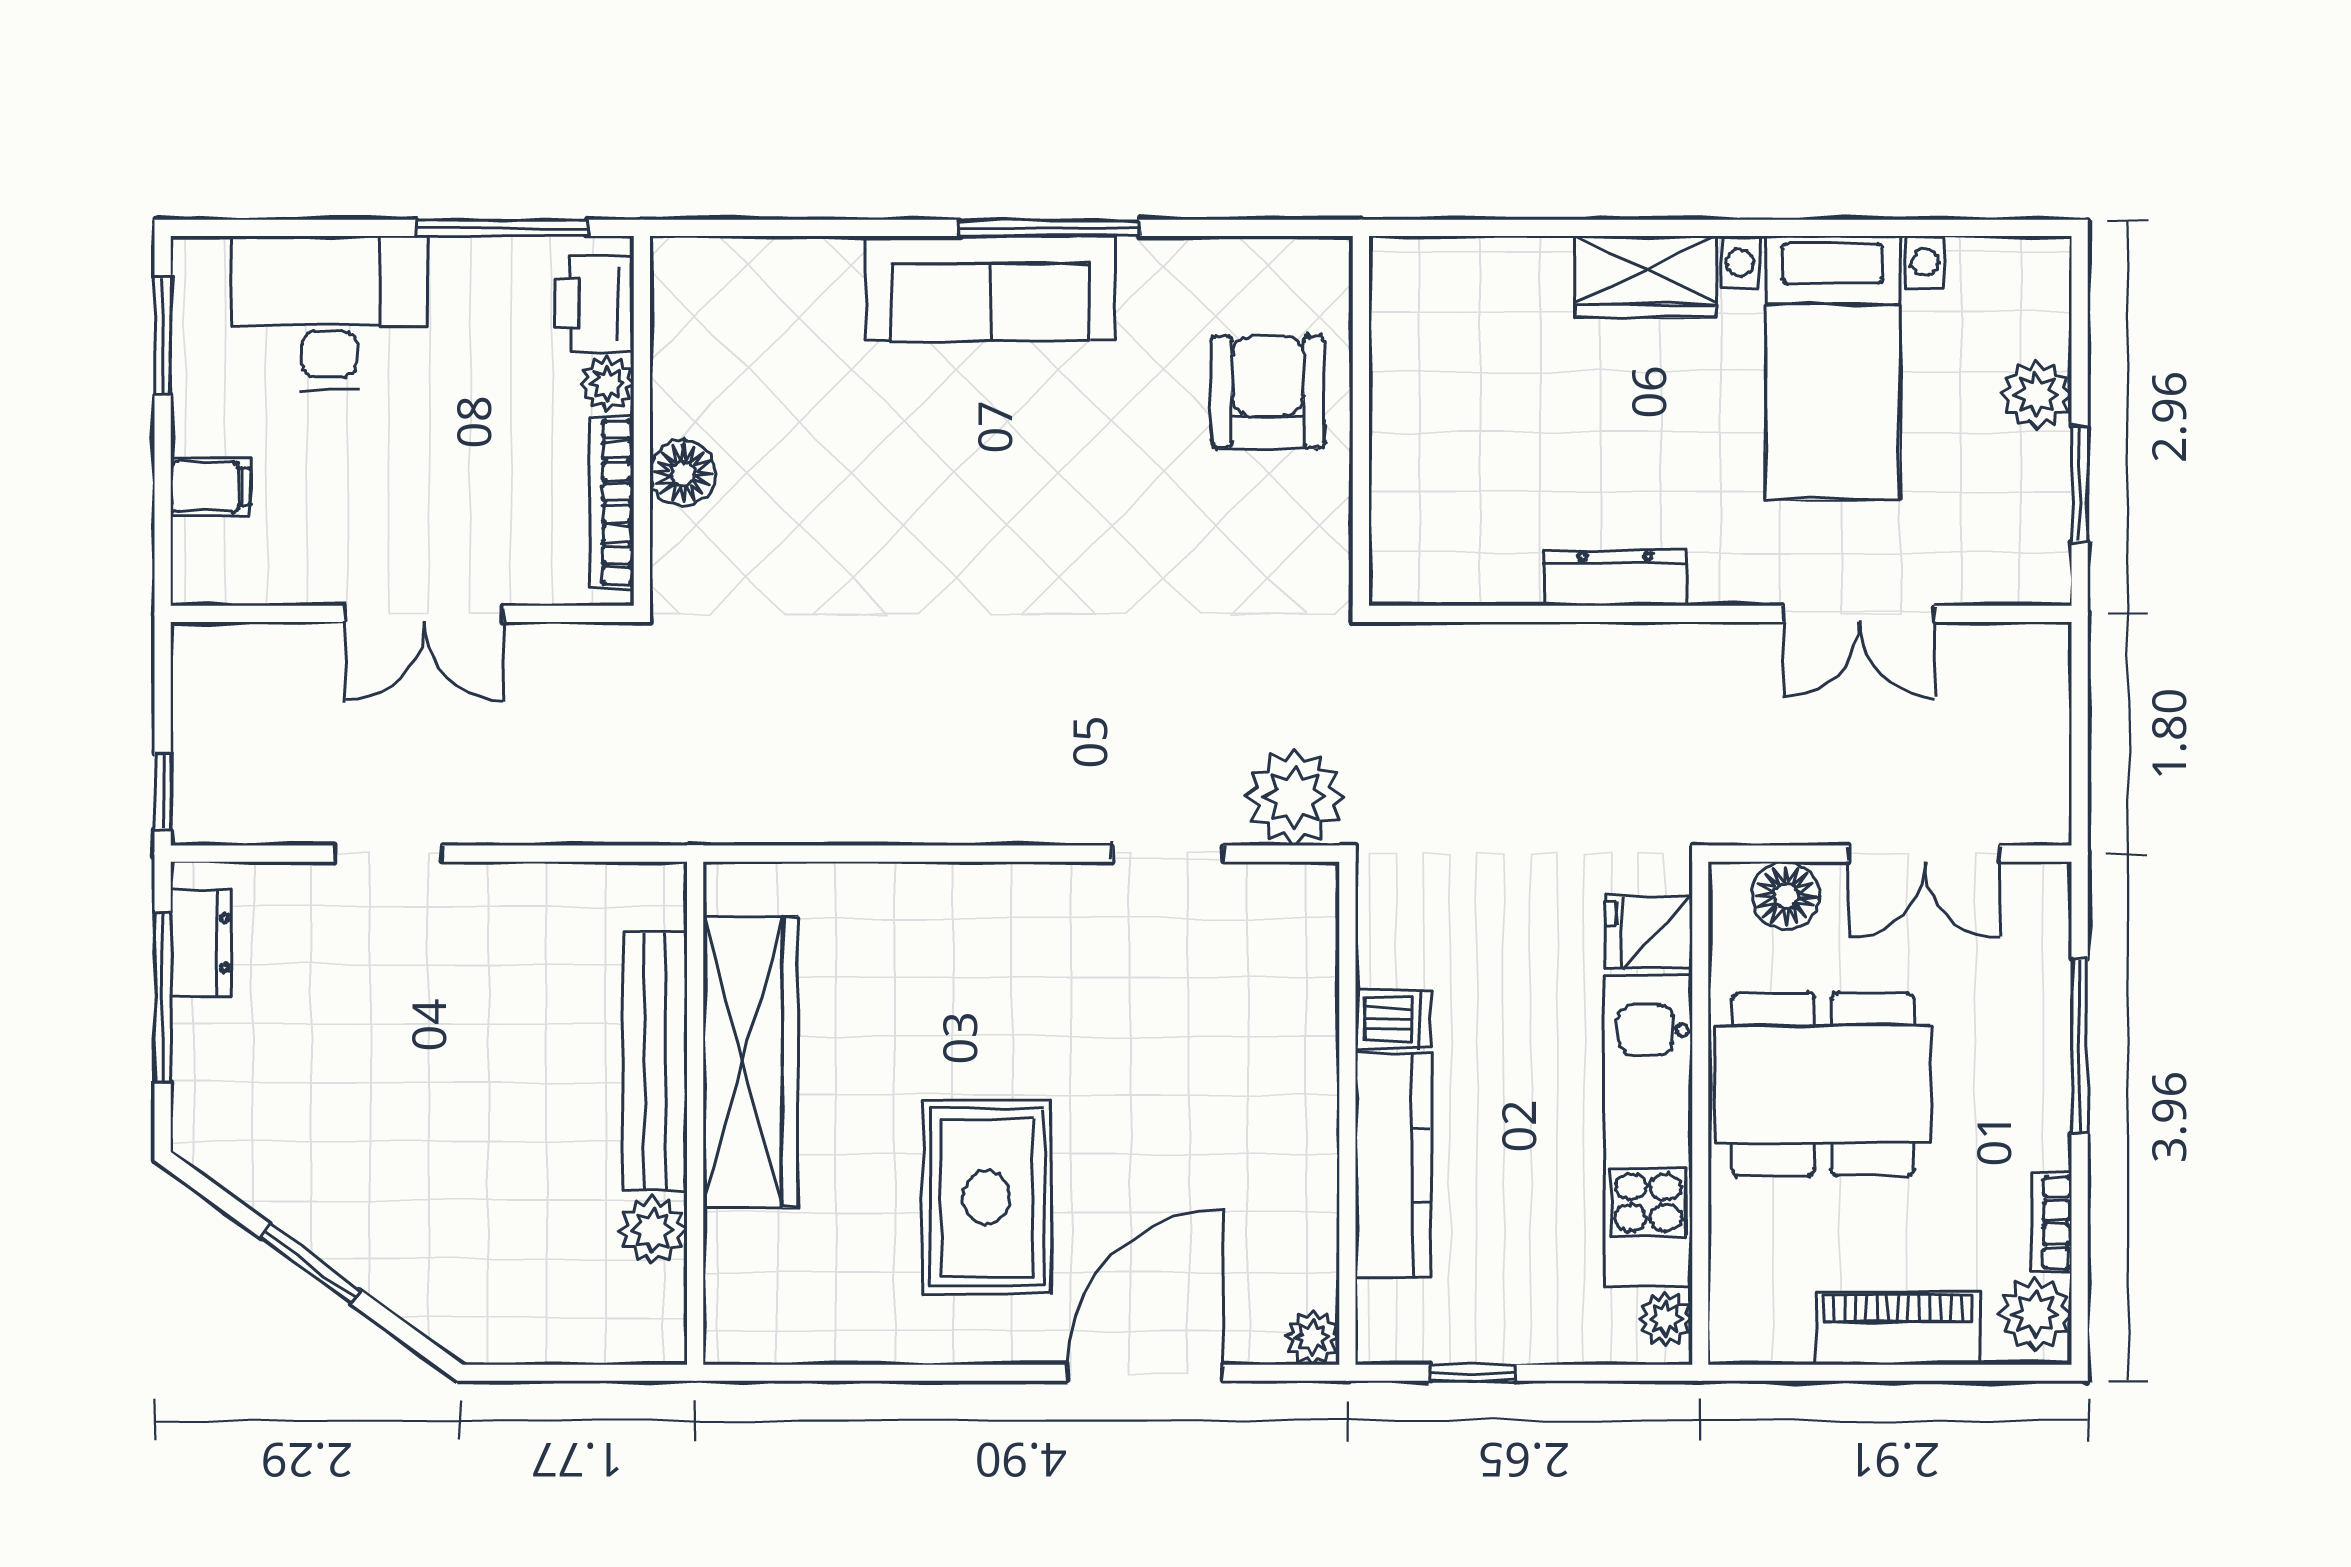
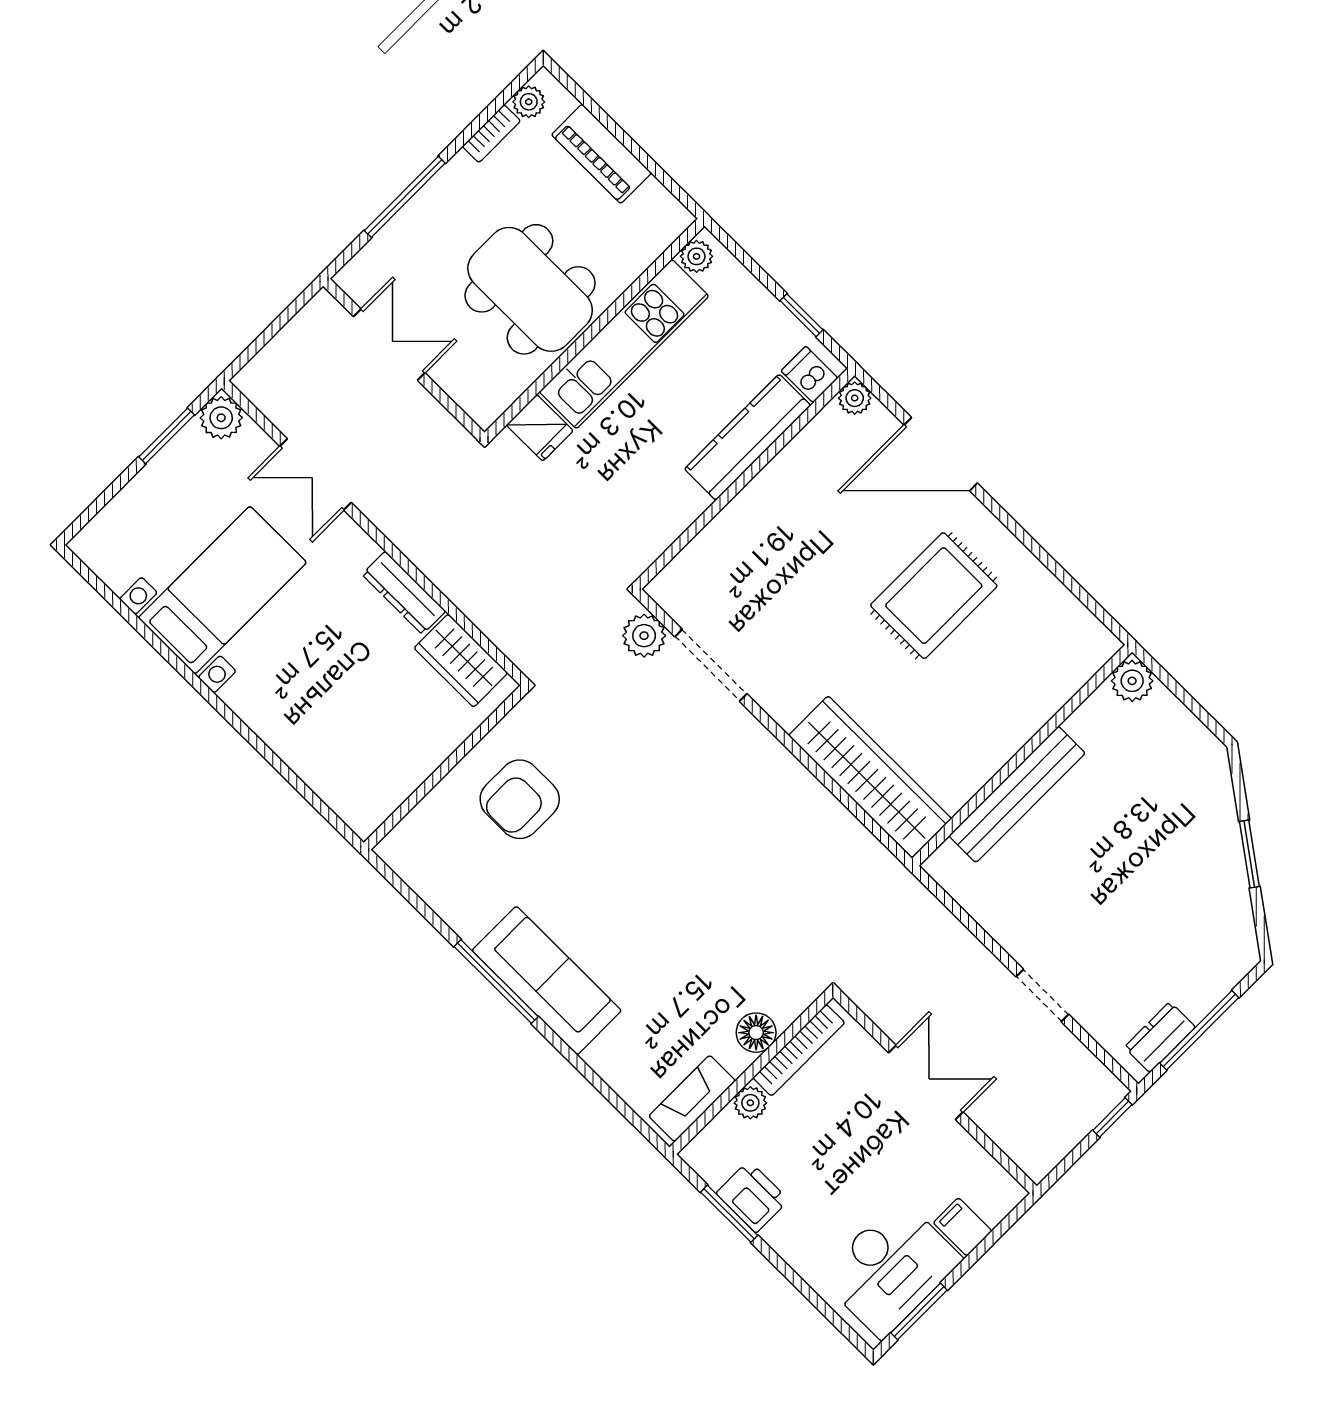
window: (502, 228) -> (729, 1214), width x0.69
wardrobe: (1645, 277) -> (461, 661), moved, turned 180
printer: (595, 304) -> (752, 1197), moved, turned -90
desk: (329, 313) -> (891, 1268), moved, turned -90
fireplace: (681, 320) -> (692, 1099), added
armchair: (1268, 392) -> (520, 799), moved
plant: (2037, 395) -> (221, 418), moved
double door: (1859, 614) -> (316, 474), swing flipped
plant: (1295, 797) -> (644, 636), width x0.73, depth x0.73
doorway: (1168, 854) -> (711, 665), width x1.38
floor lamp: (1786, 896) -> (466, 385), removed
dishwasher: (1393, 1019) -> (809, 374), moved
wardrobe: (750, 1062) -> (870, 777), moved, turned 90
plant: (653, 1230) -> (1132, 681), moved
plant: (2035, 1314) -> (529, 102), width x0.73, depth x0.73

